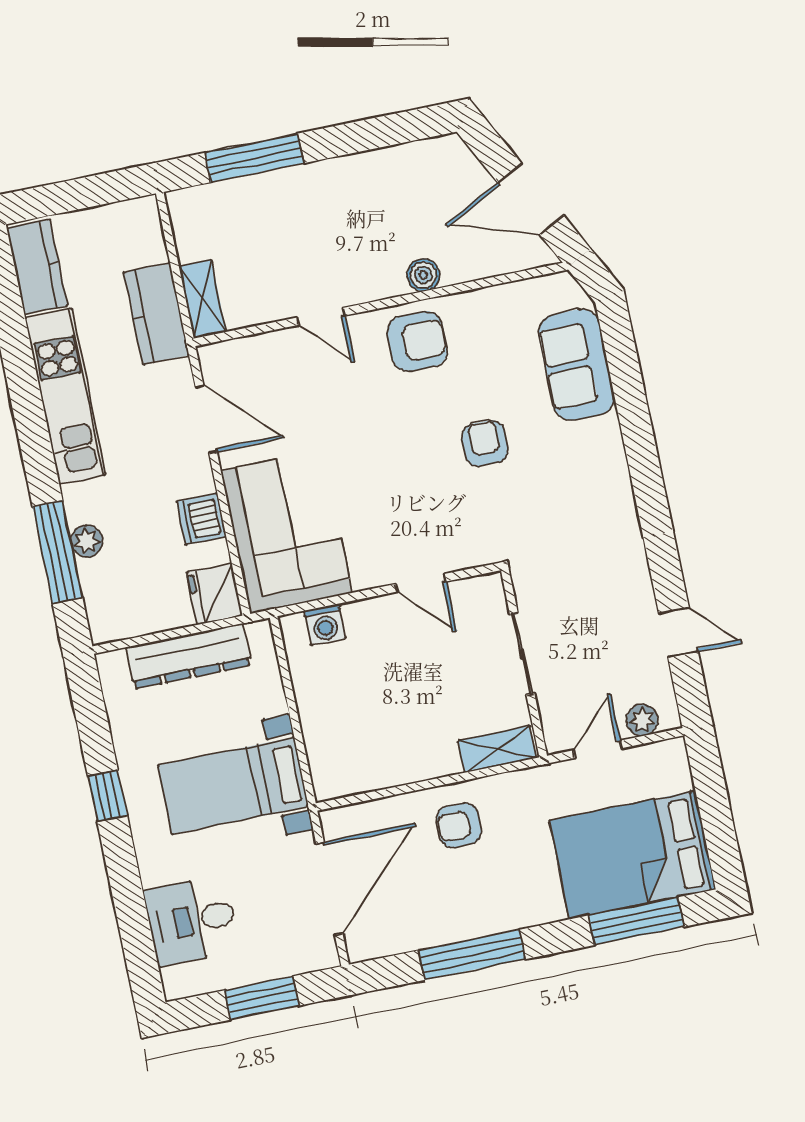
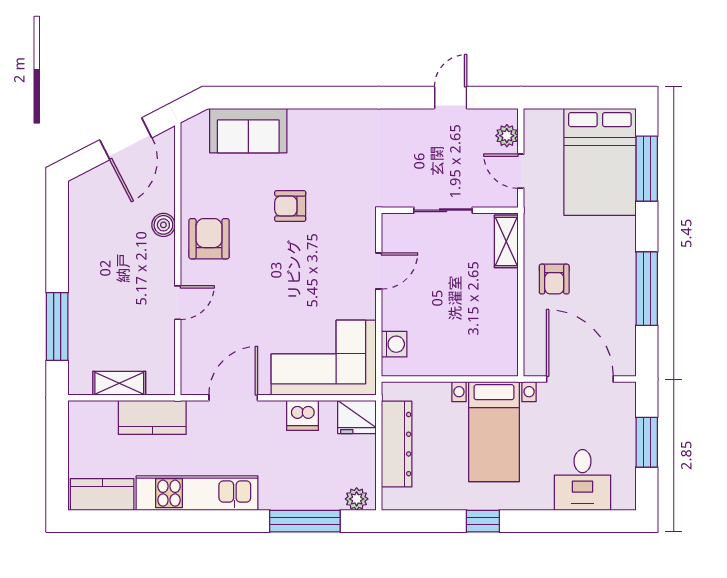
shelving: (202, 299) -> (119, 383), moved
plant: (87, 541) -> (357, 499), moved

